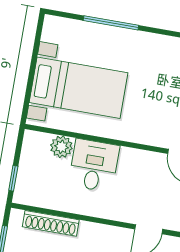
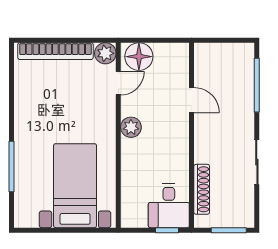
plant: (61, 147) -> (131, 127), moved
desk: (94, 165) -> (169, 206), moved, turned -90

